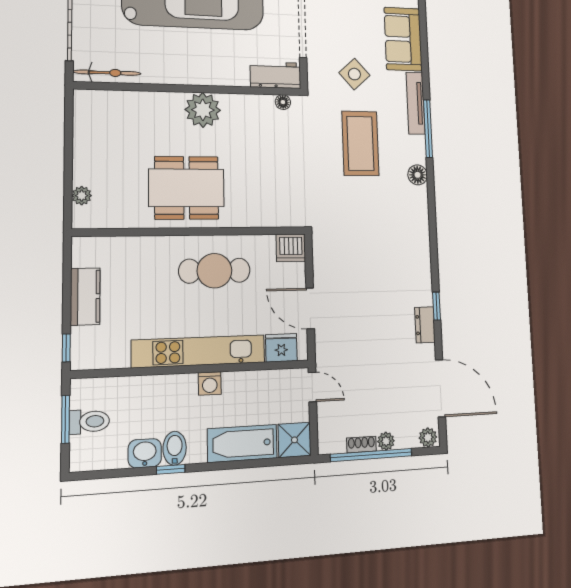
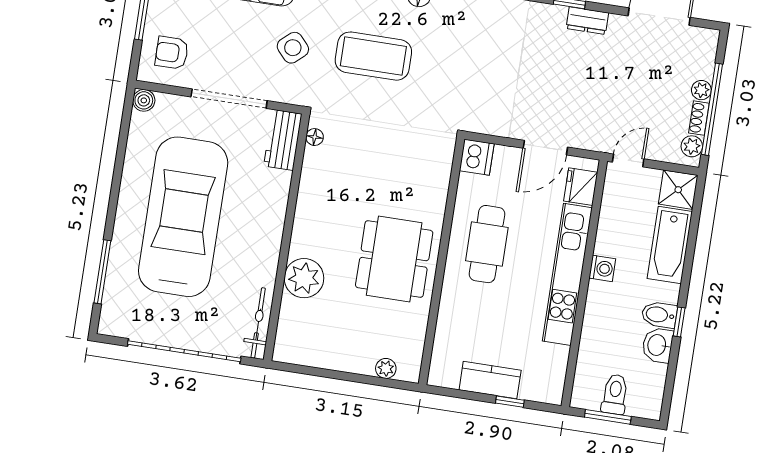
plant: (203, 110) -> (304, 278), moved
window: (66, 348) -> (510, 402), moved
plant: (428, 437) -> (692, 146), moved

